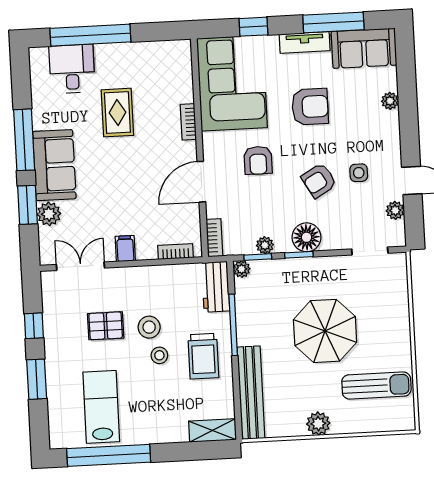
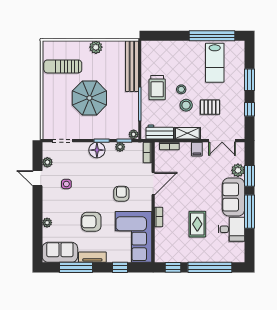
window: (158, 32) -> (173, 267), added
desk: (72, 69) -> (231, 229), moved, turned -90
armchair: (319, 181) -> (88, 181), removed
workbench: (216, 287) -> (160, 132), moved, turned -90
trolley: (203, 356) -> (157, 88), turned 180
shelving: (213, 430) -> (187, 133), moved

